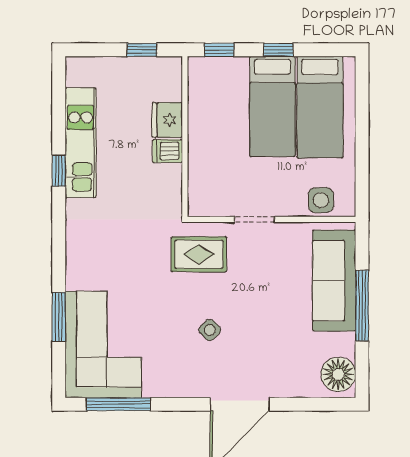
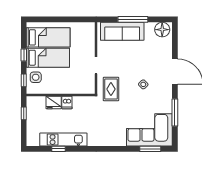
window: (59, 171) -> (59, 149), moved
side table: (321, 200) -> (36, 77), moved
window: (59, 317) -> (150, 149), moved
window: (118, 404) -> (175, 113), moved

